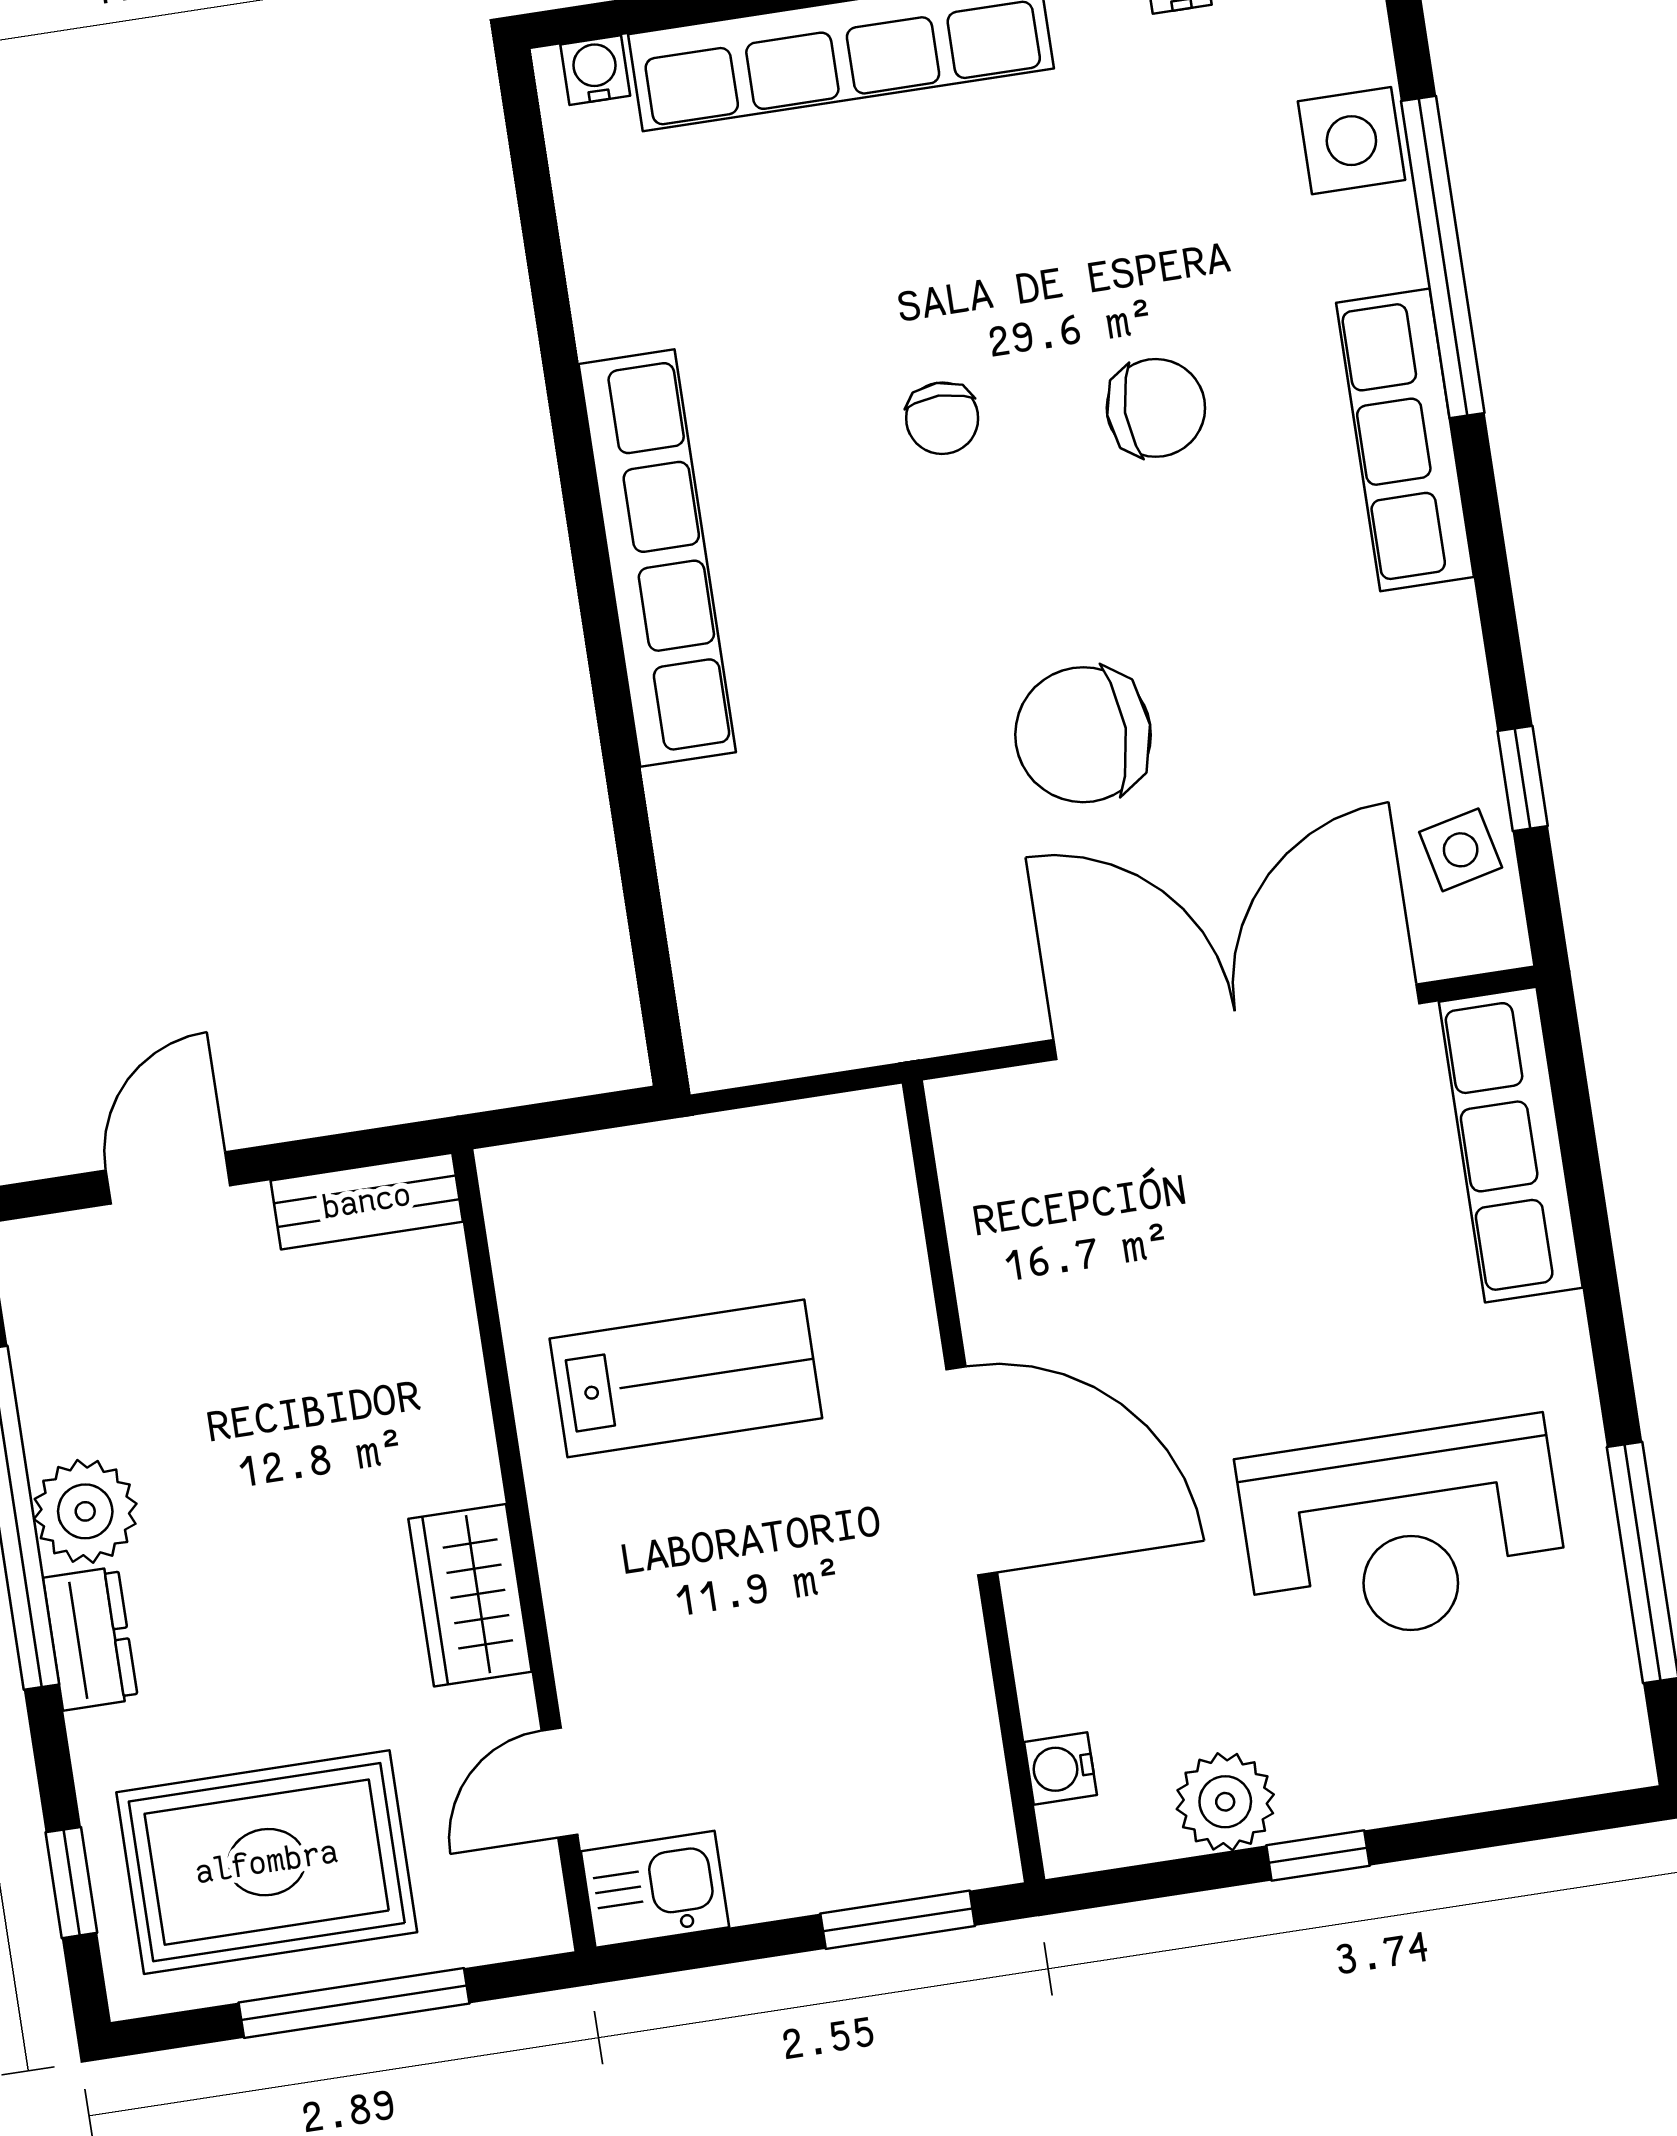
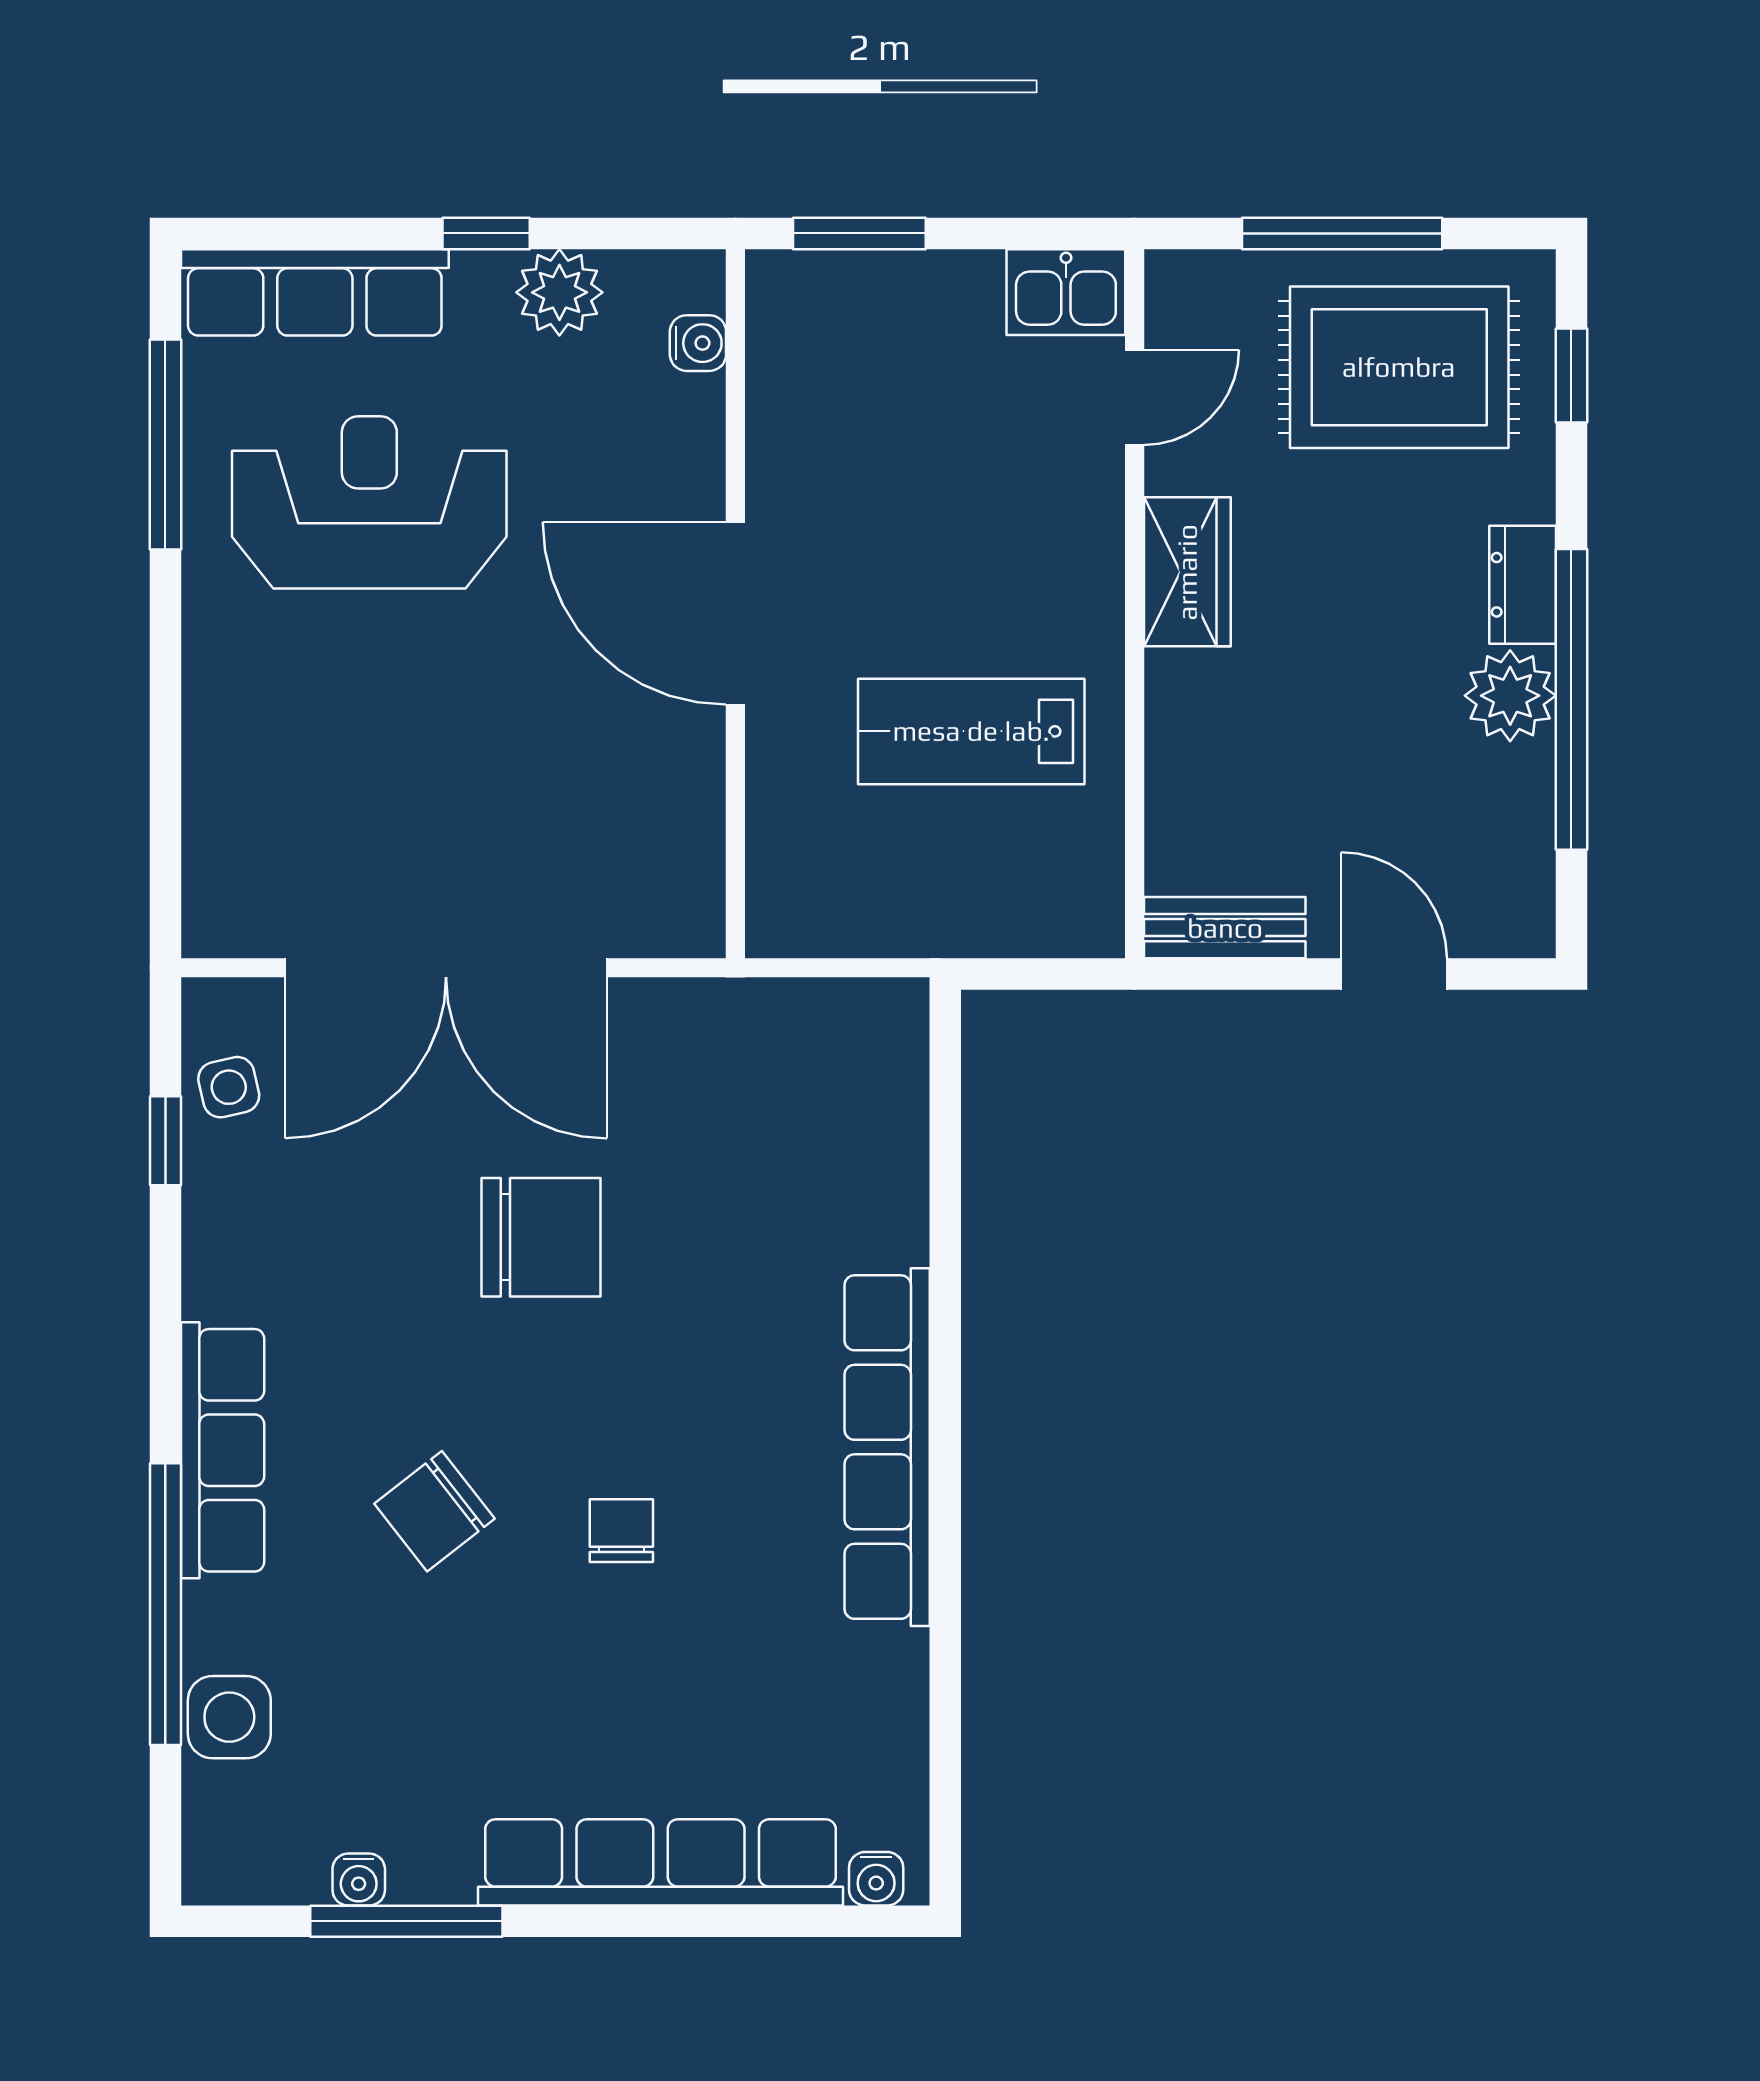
chair: (1156, 408) -> (434, 1511), turned -38
row of seats: (1511, 1145) -> (315, 292), moved, turned 90
door: (168, 1178) -> (1394, 974), swing flipped

